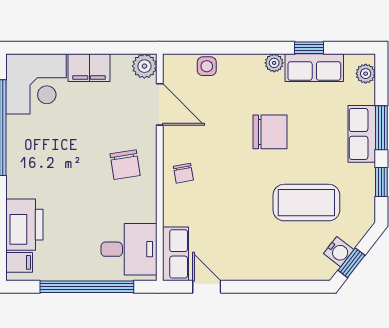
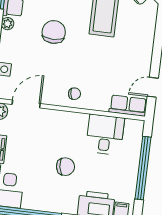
chair: (125, 165) -> (65, 167), moved
desk: (129, 249) -> (105, 135), moved

